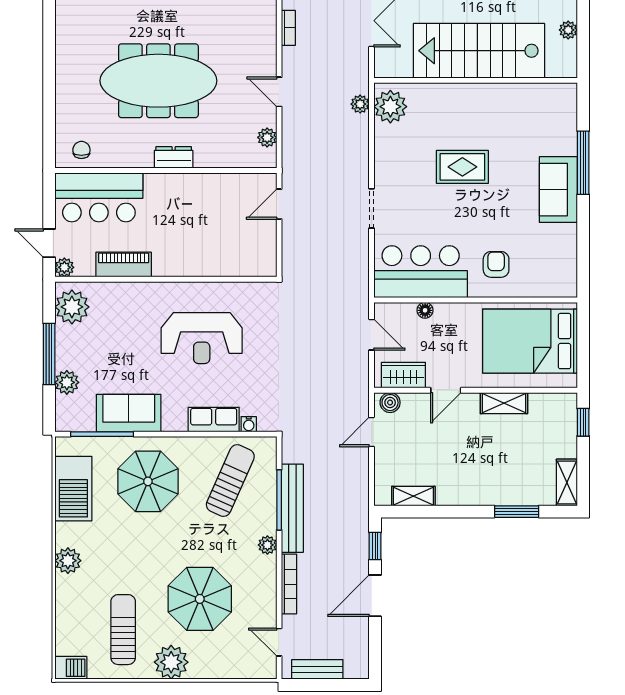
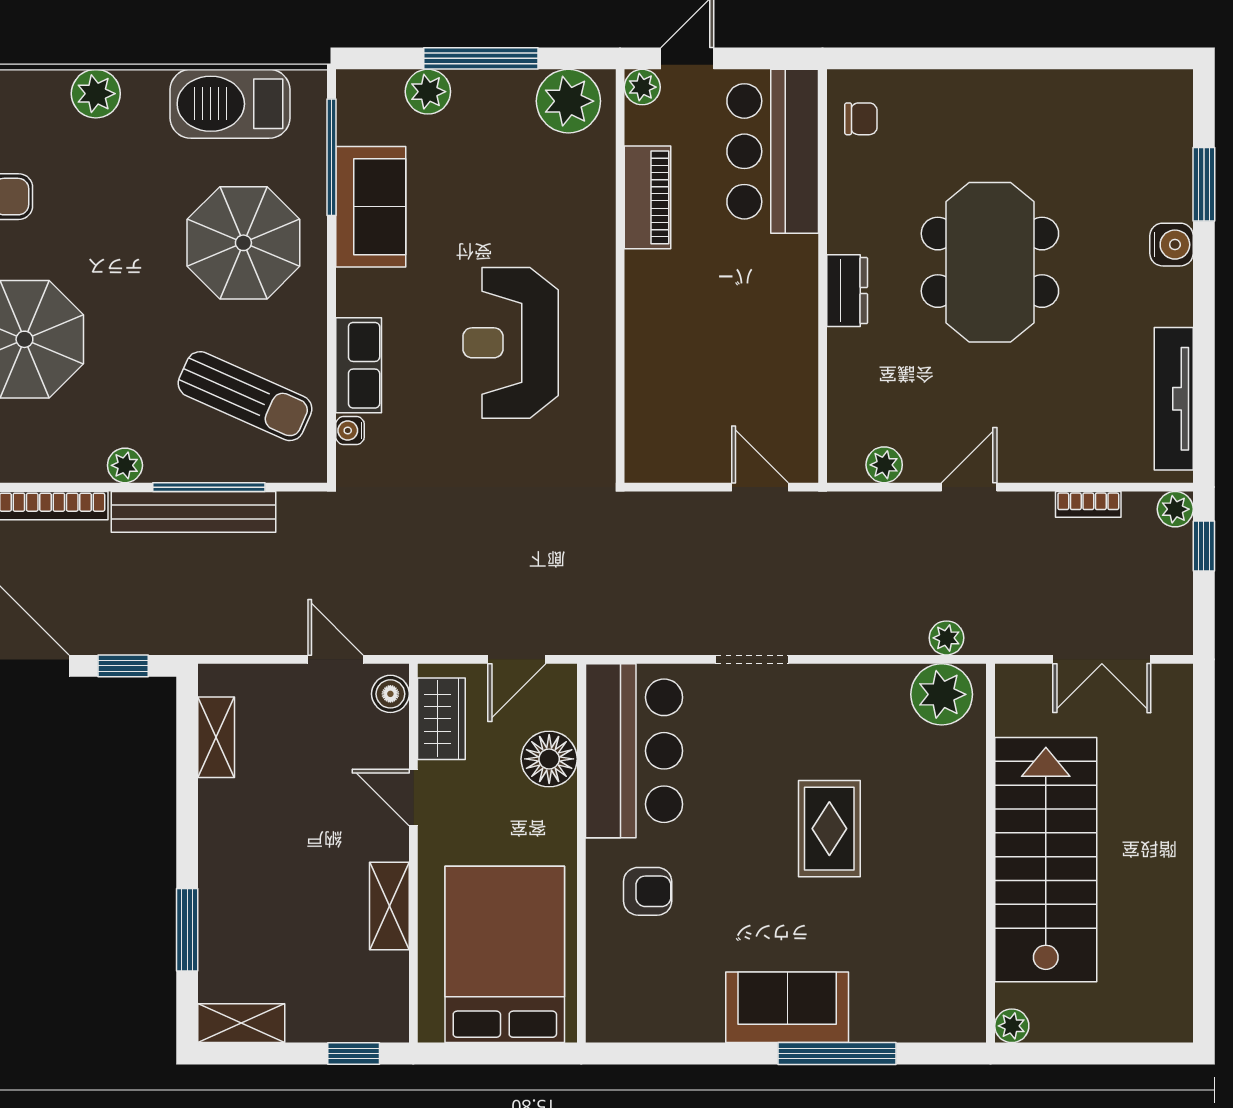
plant: (568, 30) -> (1012, 1026), moved
meeting table: (158, 81) -> (990, 262), width x0.73
floor lamp: (425, 310) -> (549, 759), width x1.89, depth x1.89

